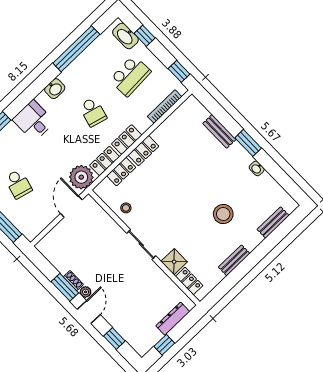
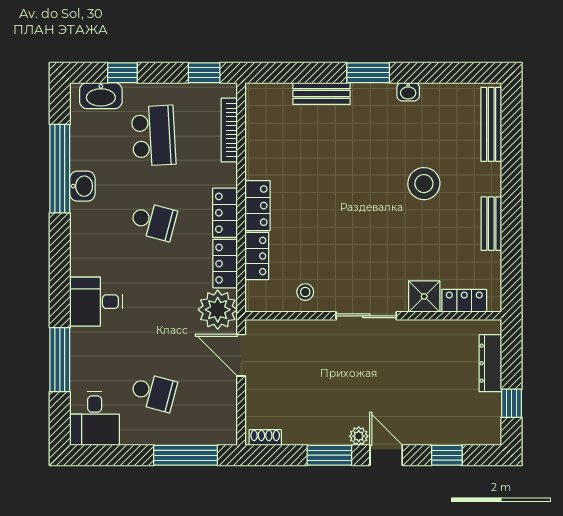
washbasin: (55, 89) -> (82, 186), moved
bench: (273, 223) -> (491, 124), width x1.36
shoe rack: (73, 281) -> (265, 437), moved

